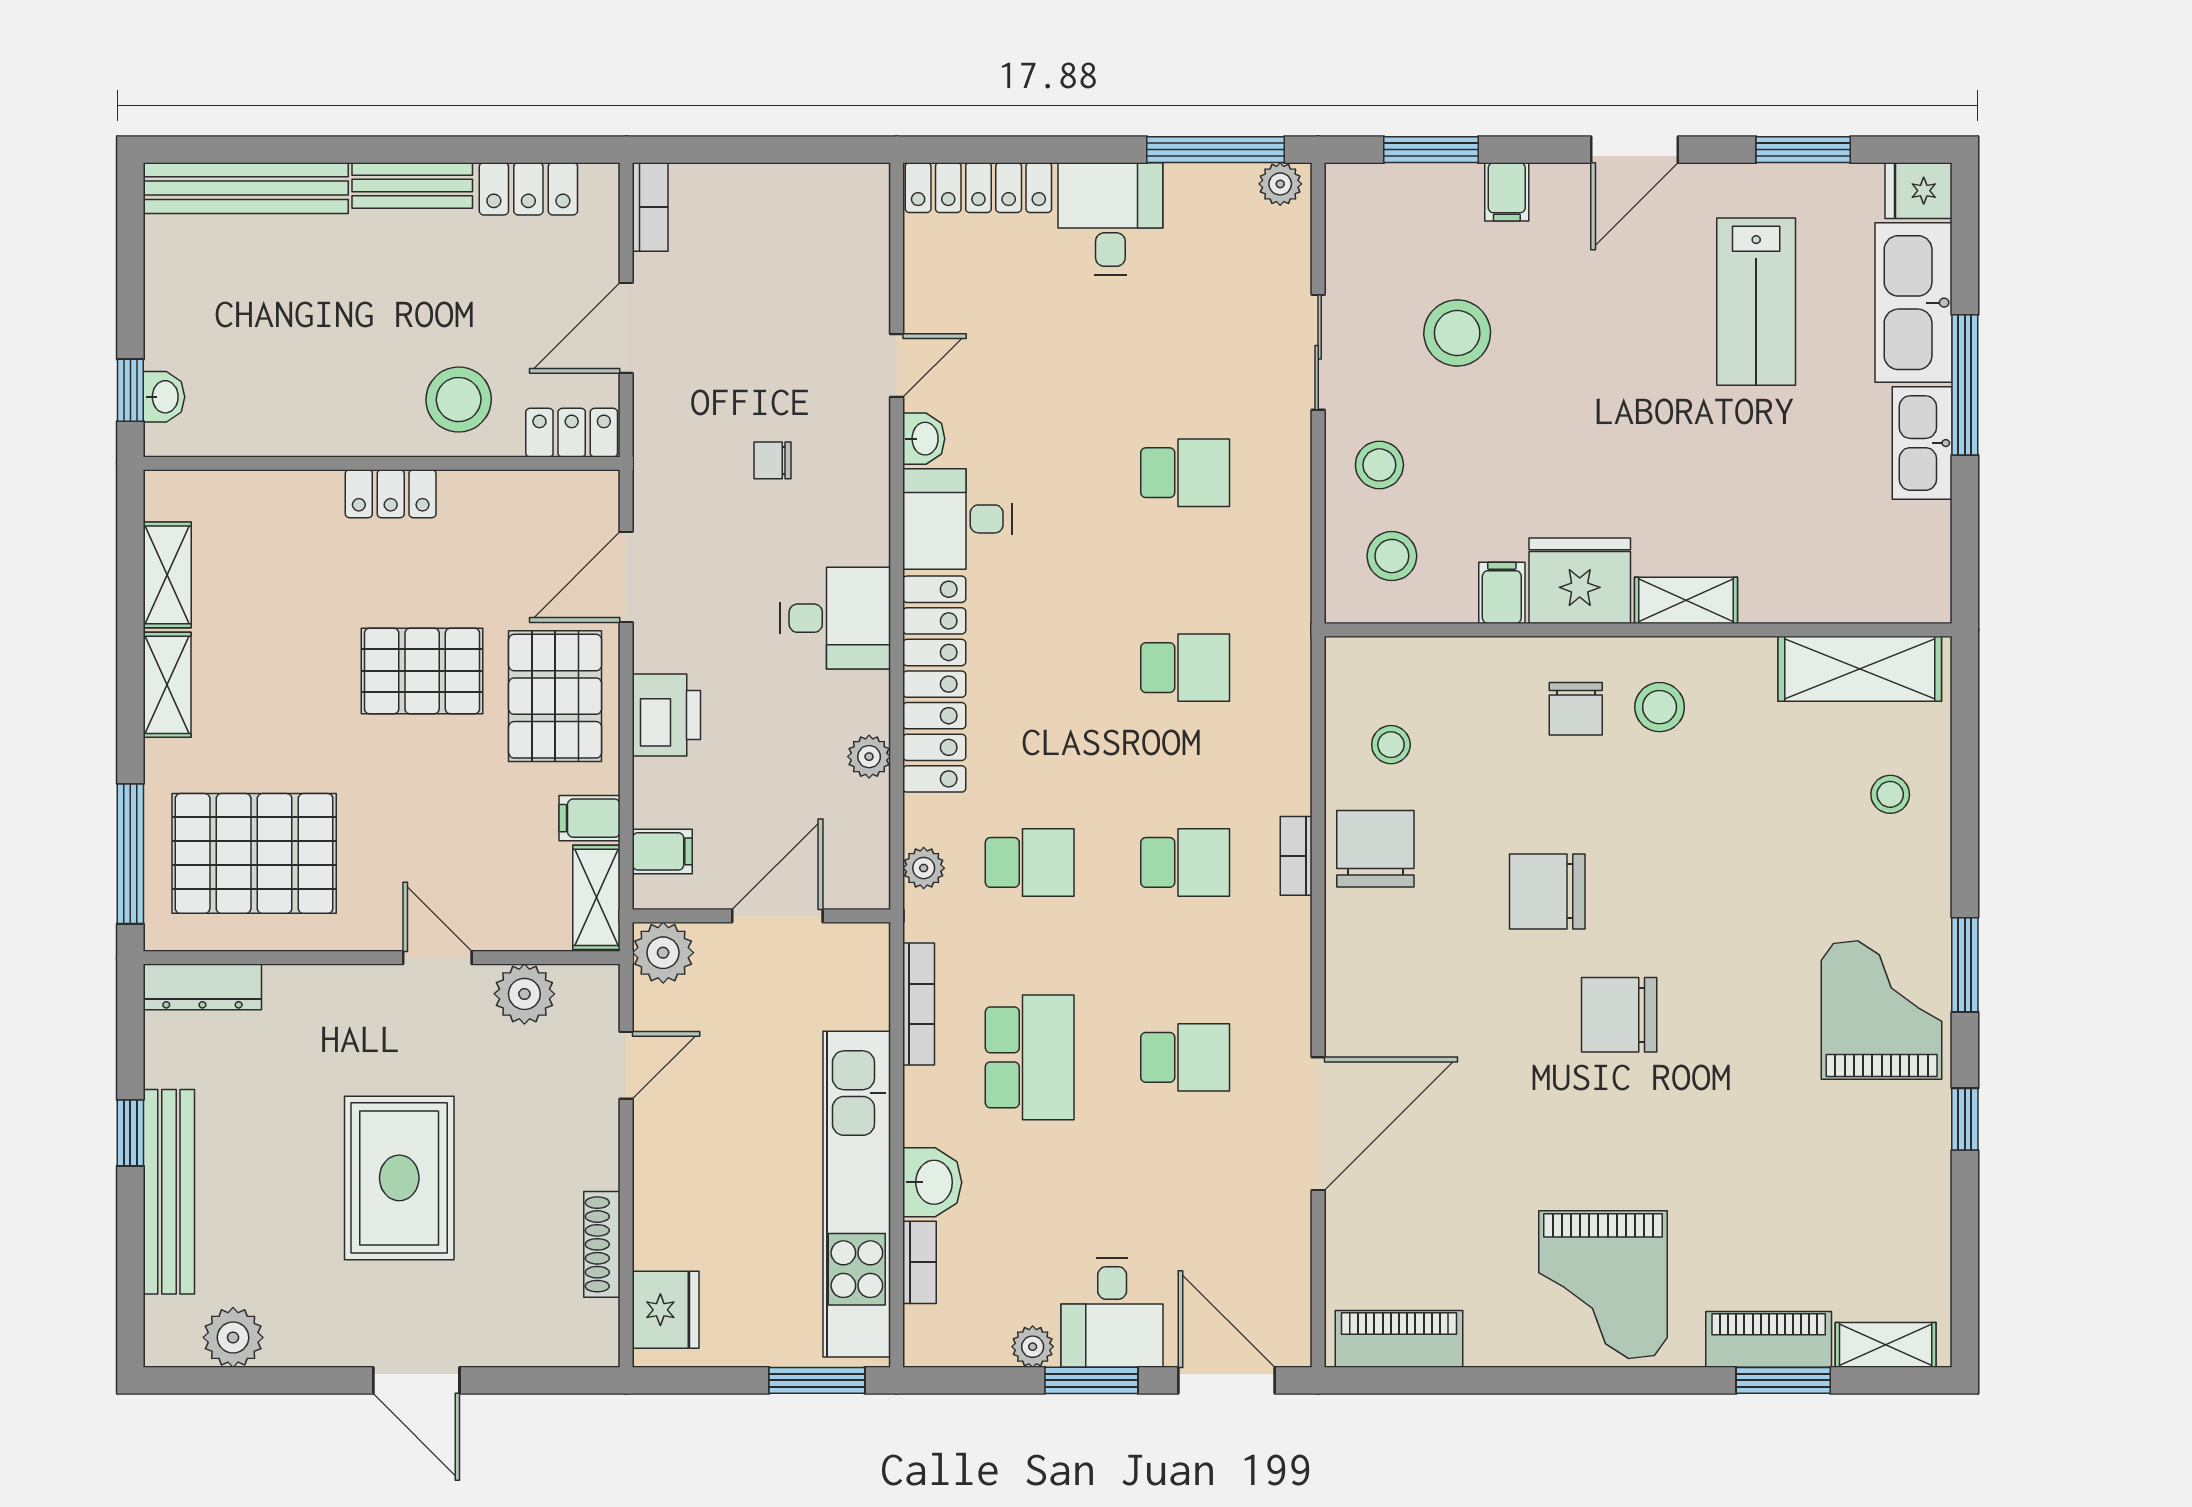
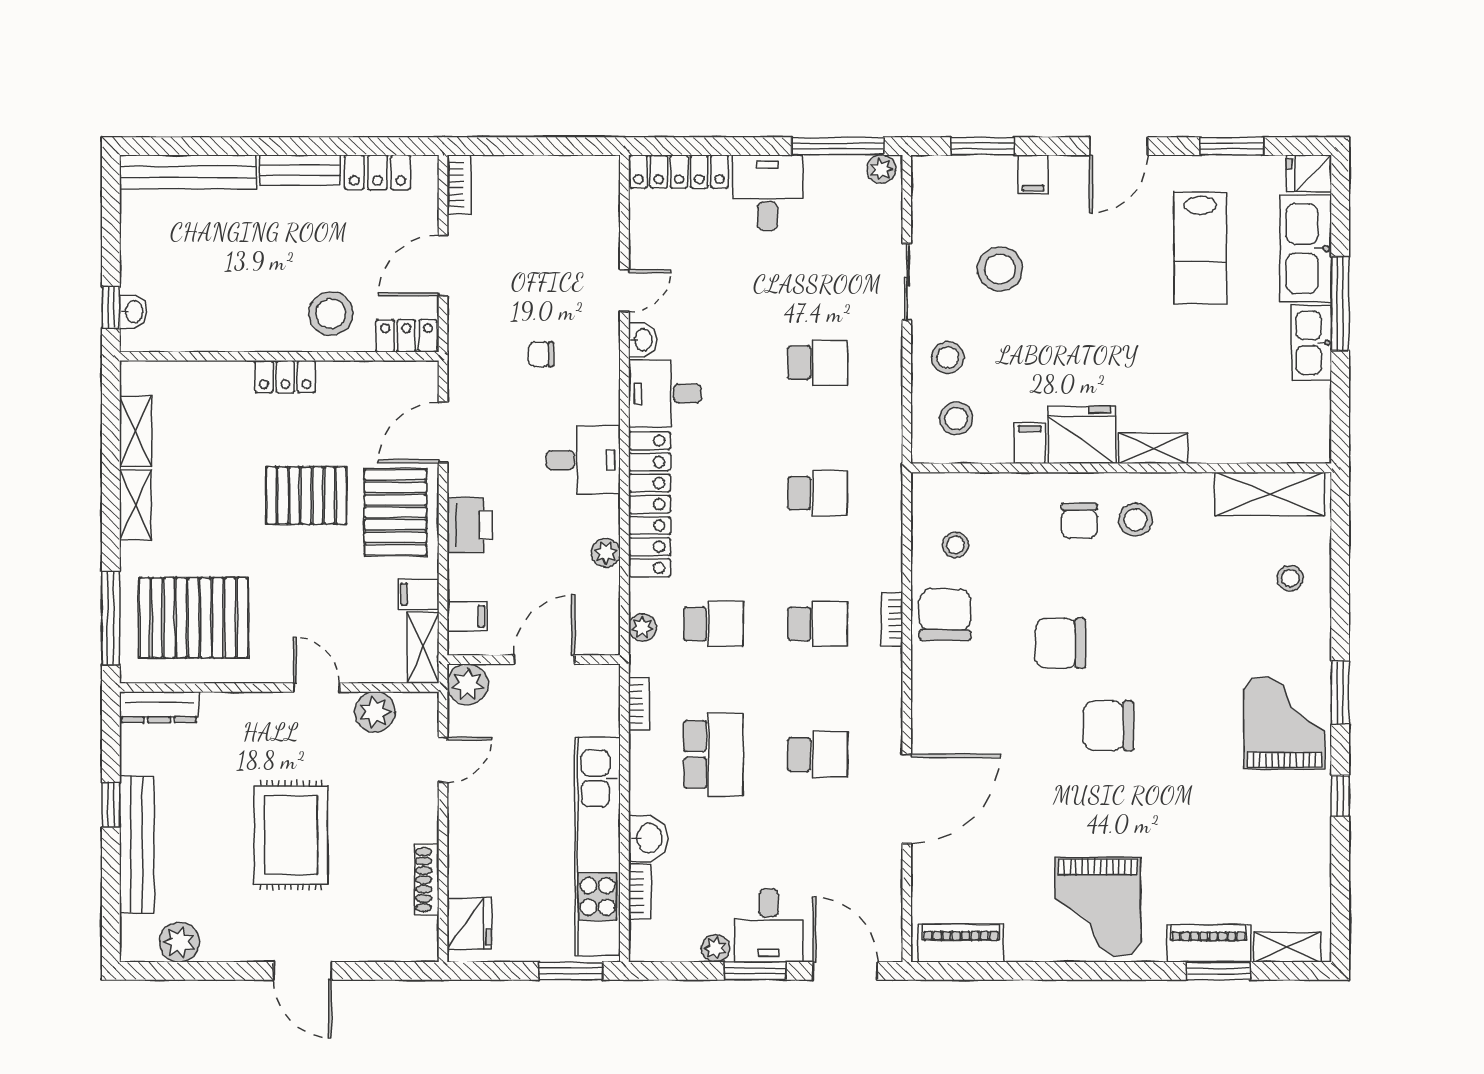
bookcase: (919, 1004) -> (639, 704), width x0.64

